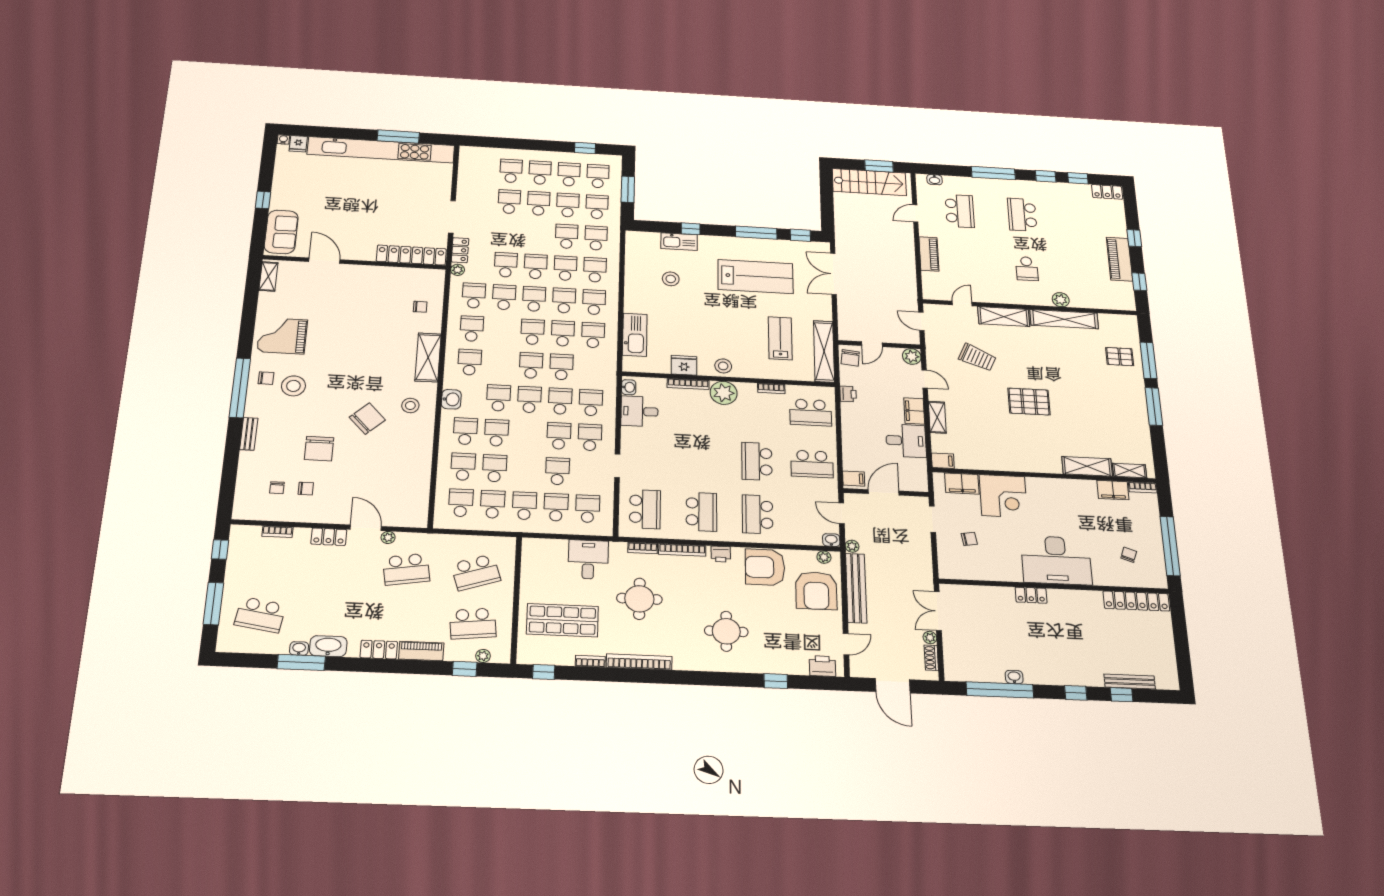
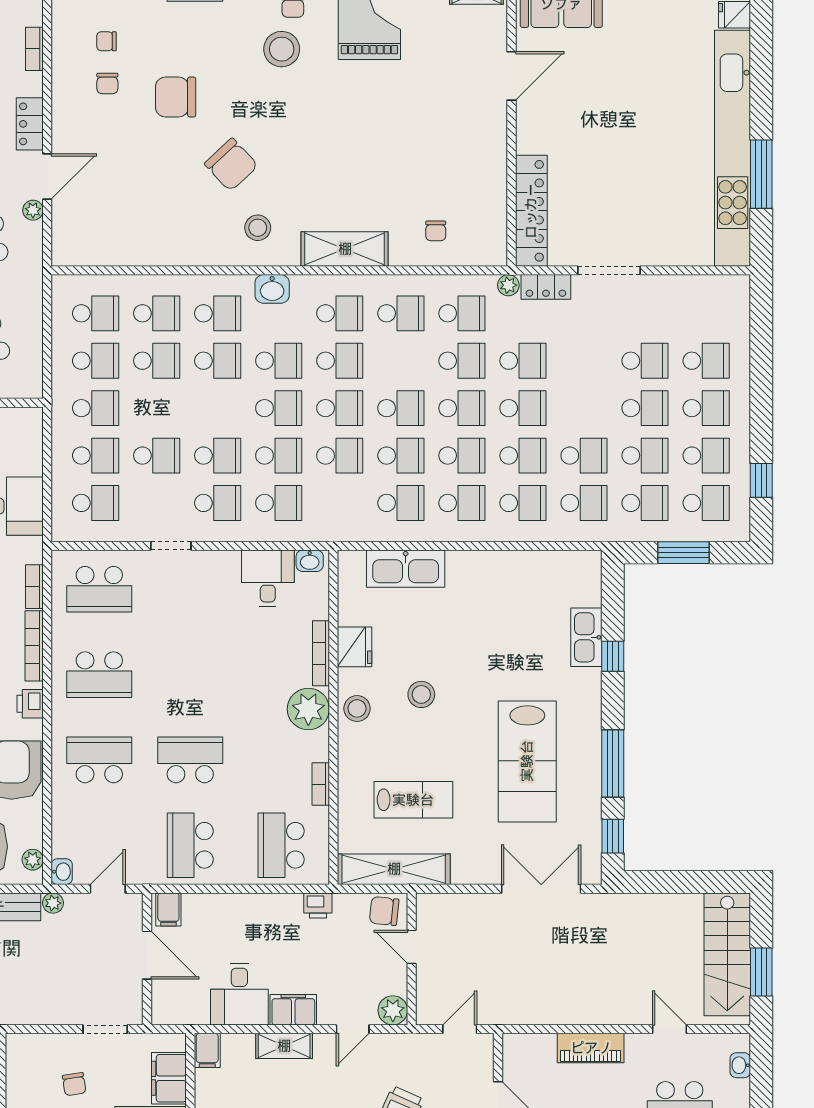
stool: (671, 279) -> (421, 694), moved
school desk: (500, 364) -> (340, 361), added

